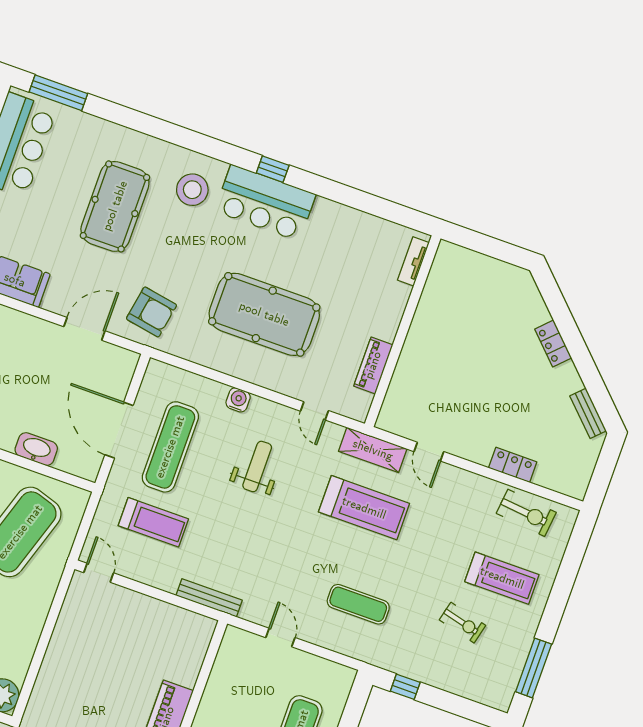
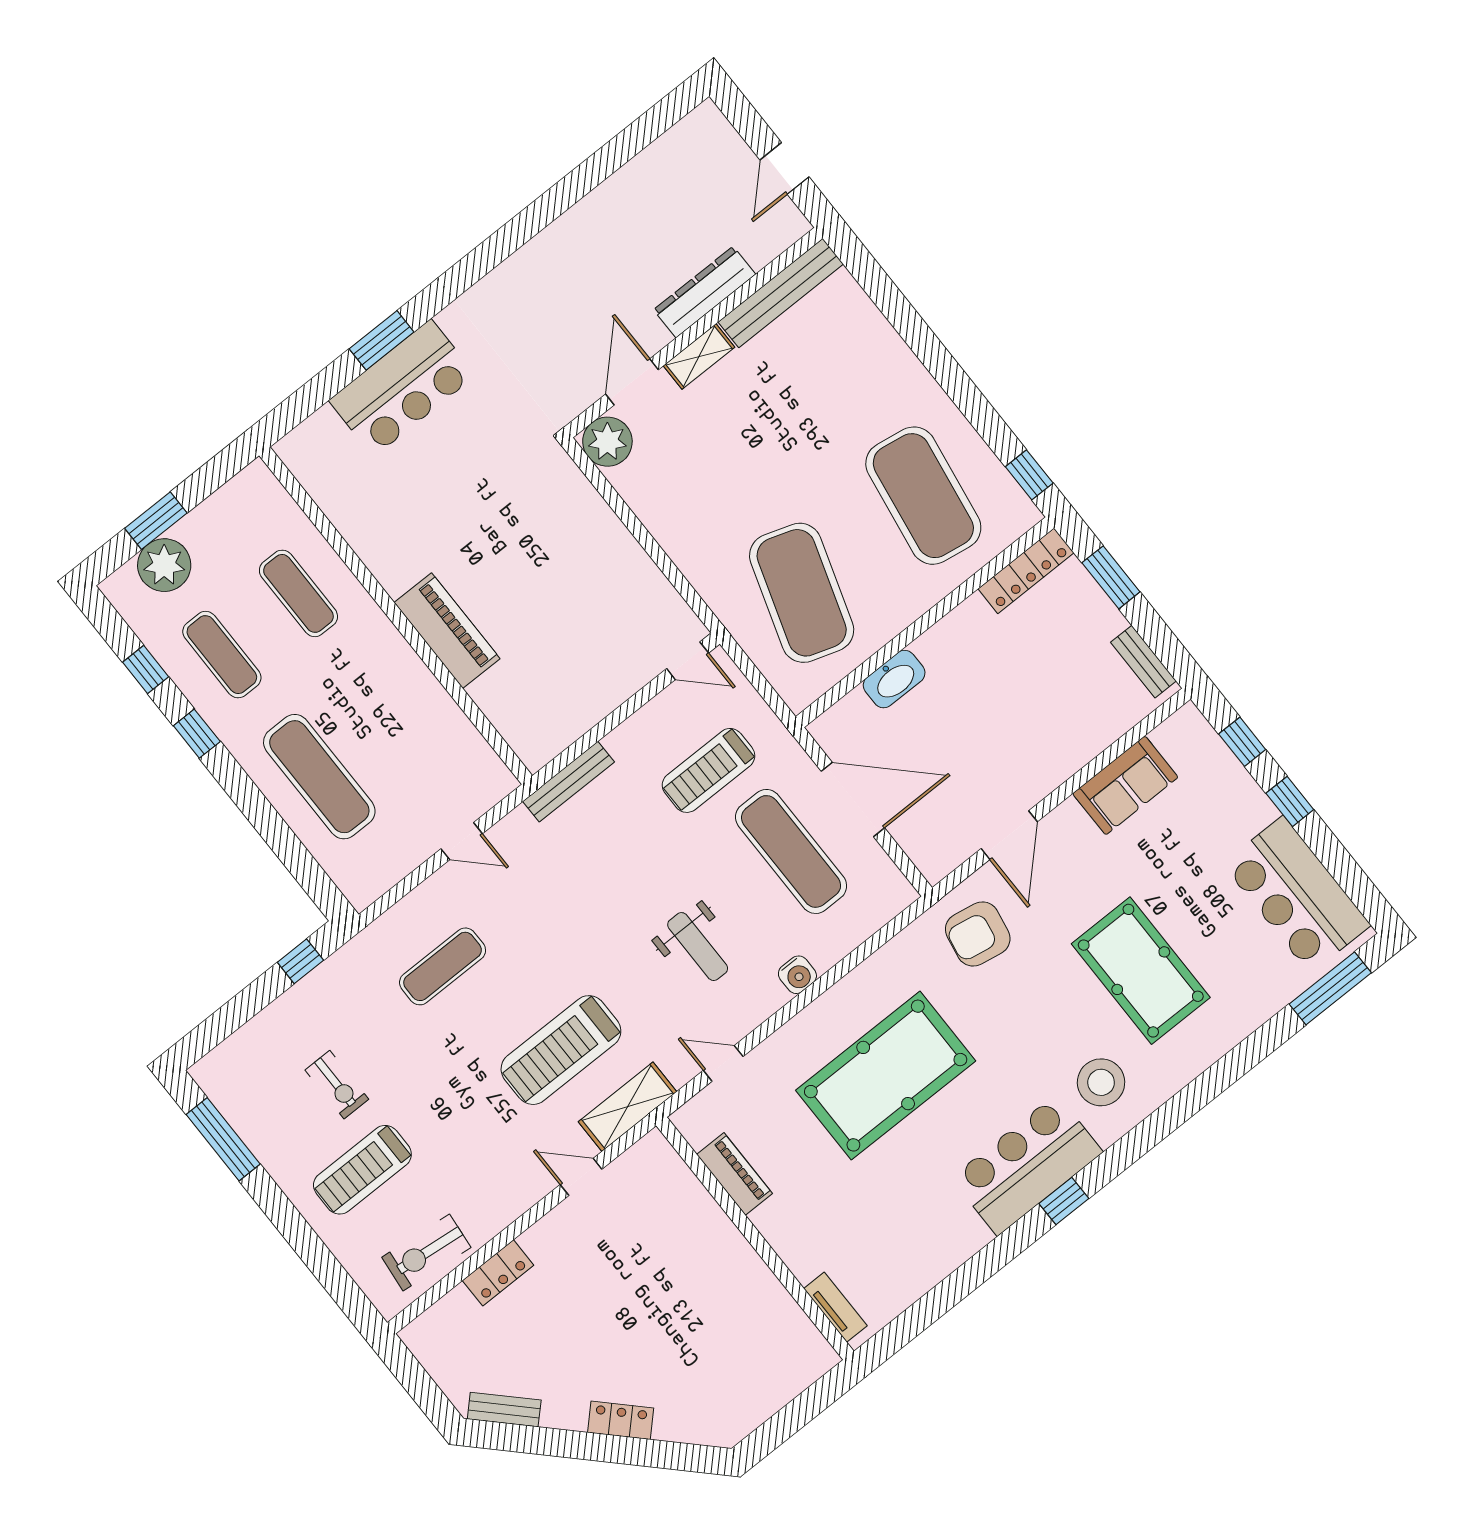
exercise bike: (463, 623) -> (337, 1085), turned -104

